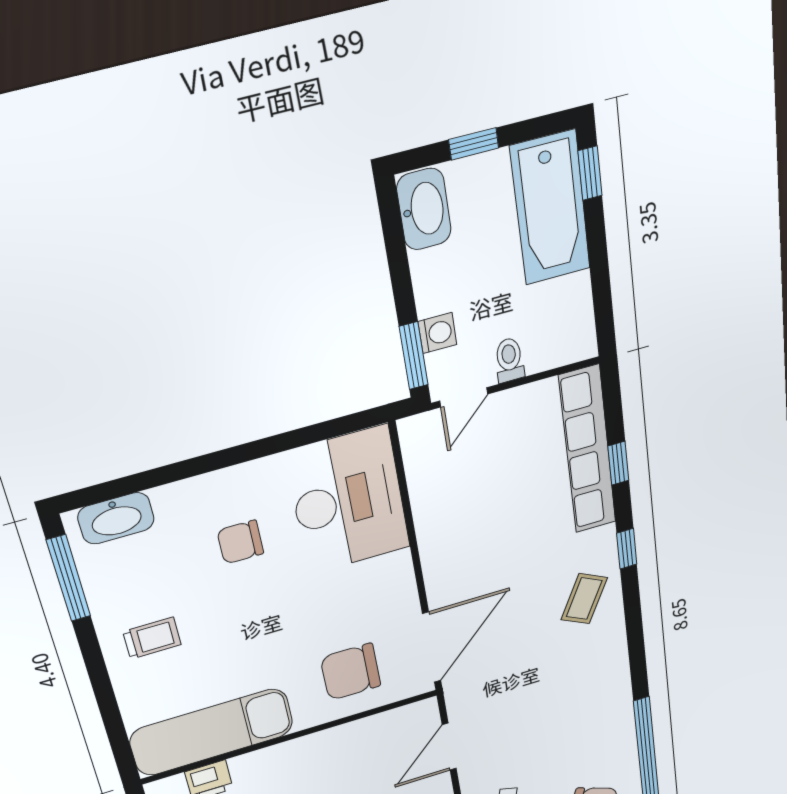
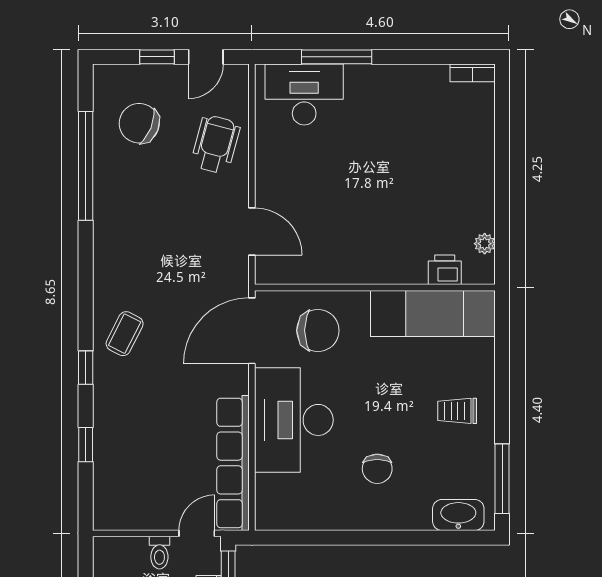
row of seats: (588, 450) -> (233, 463), moved, turned 180
desk: (348, 500) -> (294, 420), moved
chair: (240, 542) -> (377, 469), turned 90
door: (449, 747) -> (252, 231), hinge flipped

